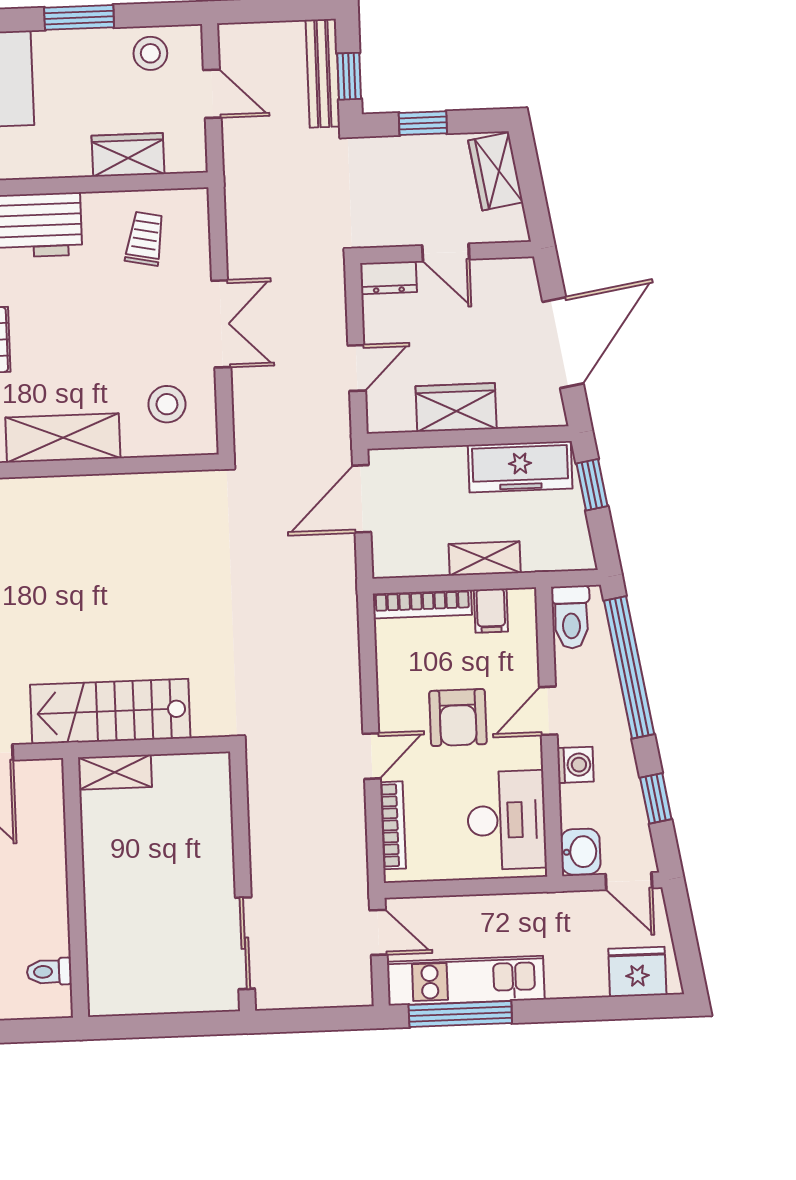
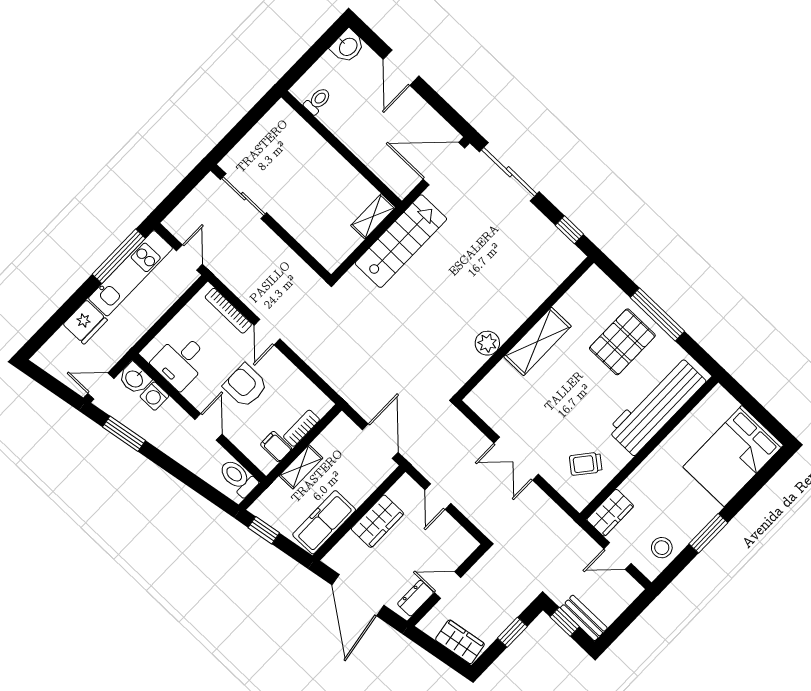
bench: (323, 73) -> (584, 618), width x0.73
wardrobe: (128, 155) -> (610, 513), moved
trolley: (145, 239) -> (586, 464), turned 118
dresser: (388, 278) -> (415, 598), moved
stool: (167, 404) -> (506, 400), removed
window: (592, 485) -> (264, 530), moved
plant: (124, 493) -> (487, 343), added
bookcase: (422, 604) -> (301, 428), width x0.64
window: (629, 667) -> (191, 480), removed
washing machine: (575, 765) -> (154, 396), moved
window: (656, 798) -> (124, 434), width x1.50
desk: (507, 820) -> (180, 361), width x0.73
door: (378, 932) -> (189, 257), swing flipped
fridge: (637, 972) -> (85, 322), moved

